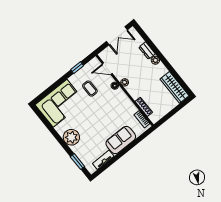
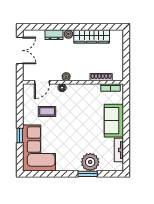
window: (77, 68) -> (20, 135), moved
wardrobe: (175, 87) -> (92, 36), moved
plant: (71, 137) -> (90, 162), moved
window: (77, 162) -> (88, 174), moved

